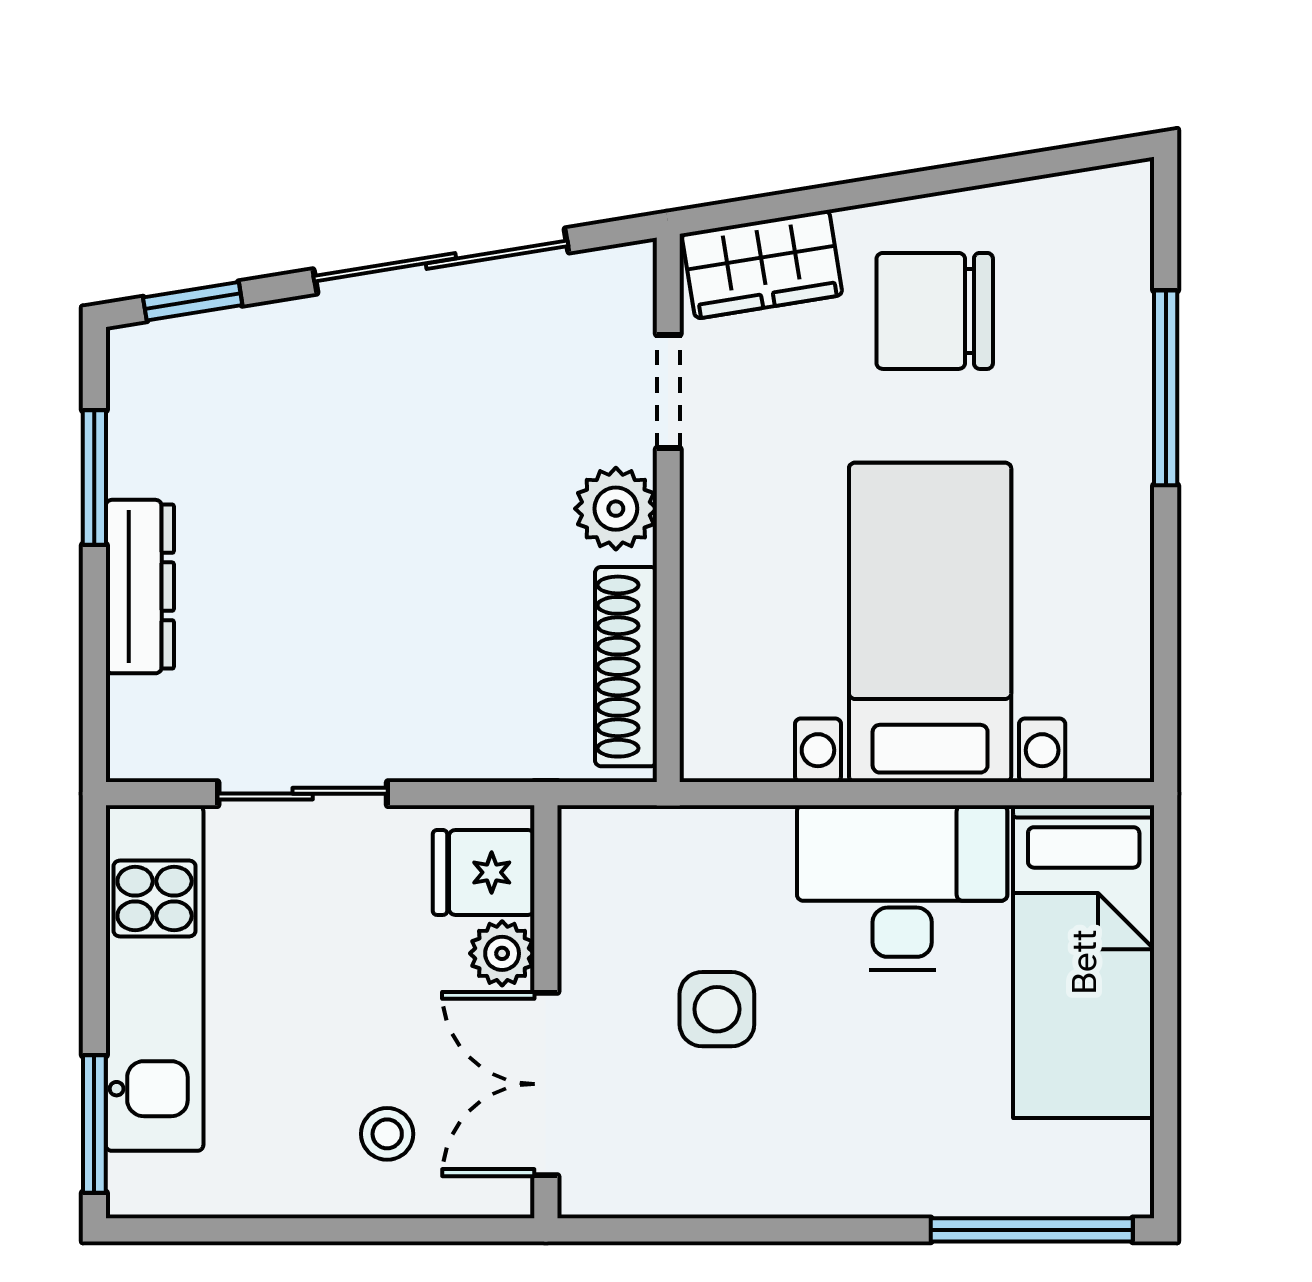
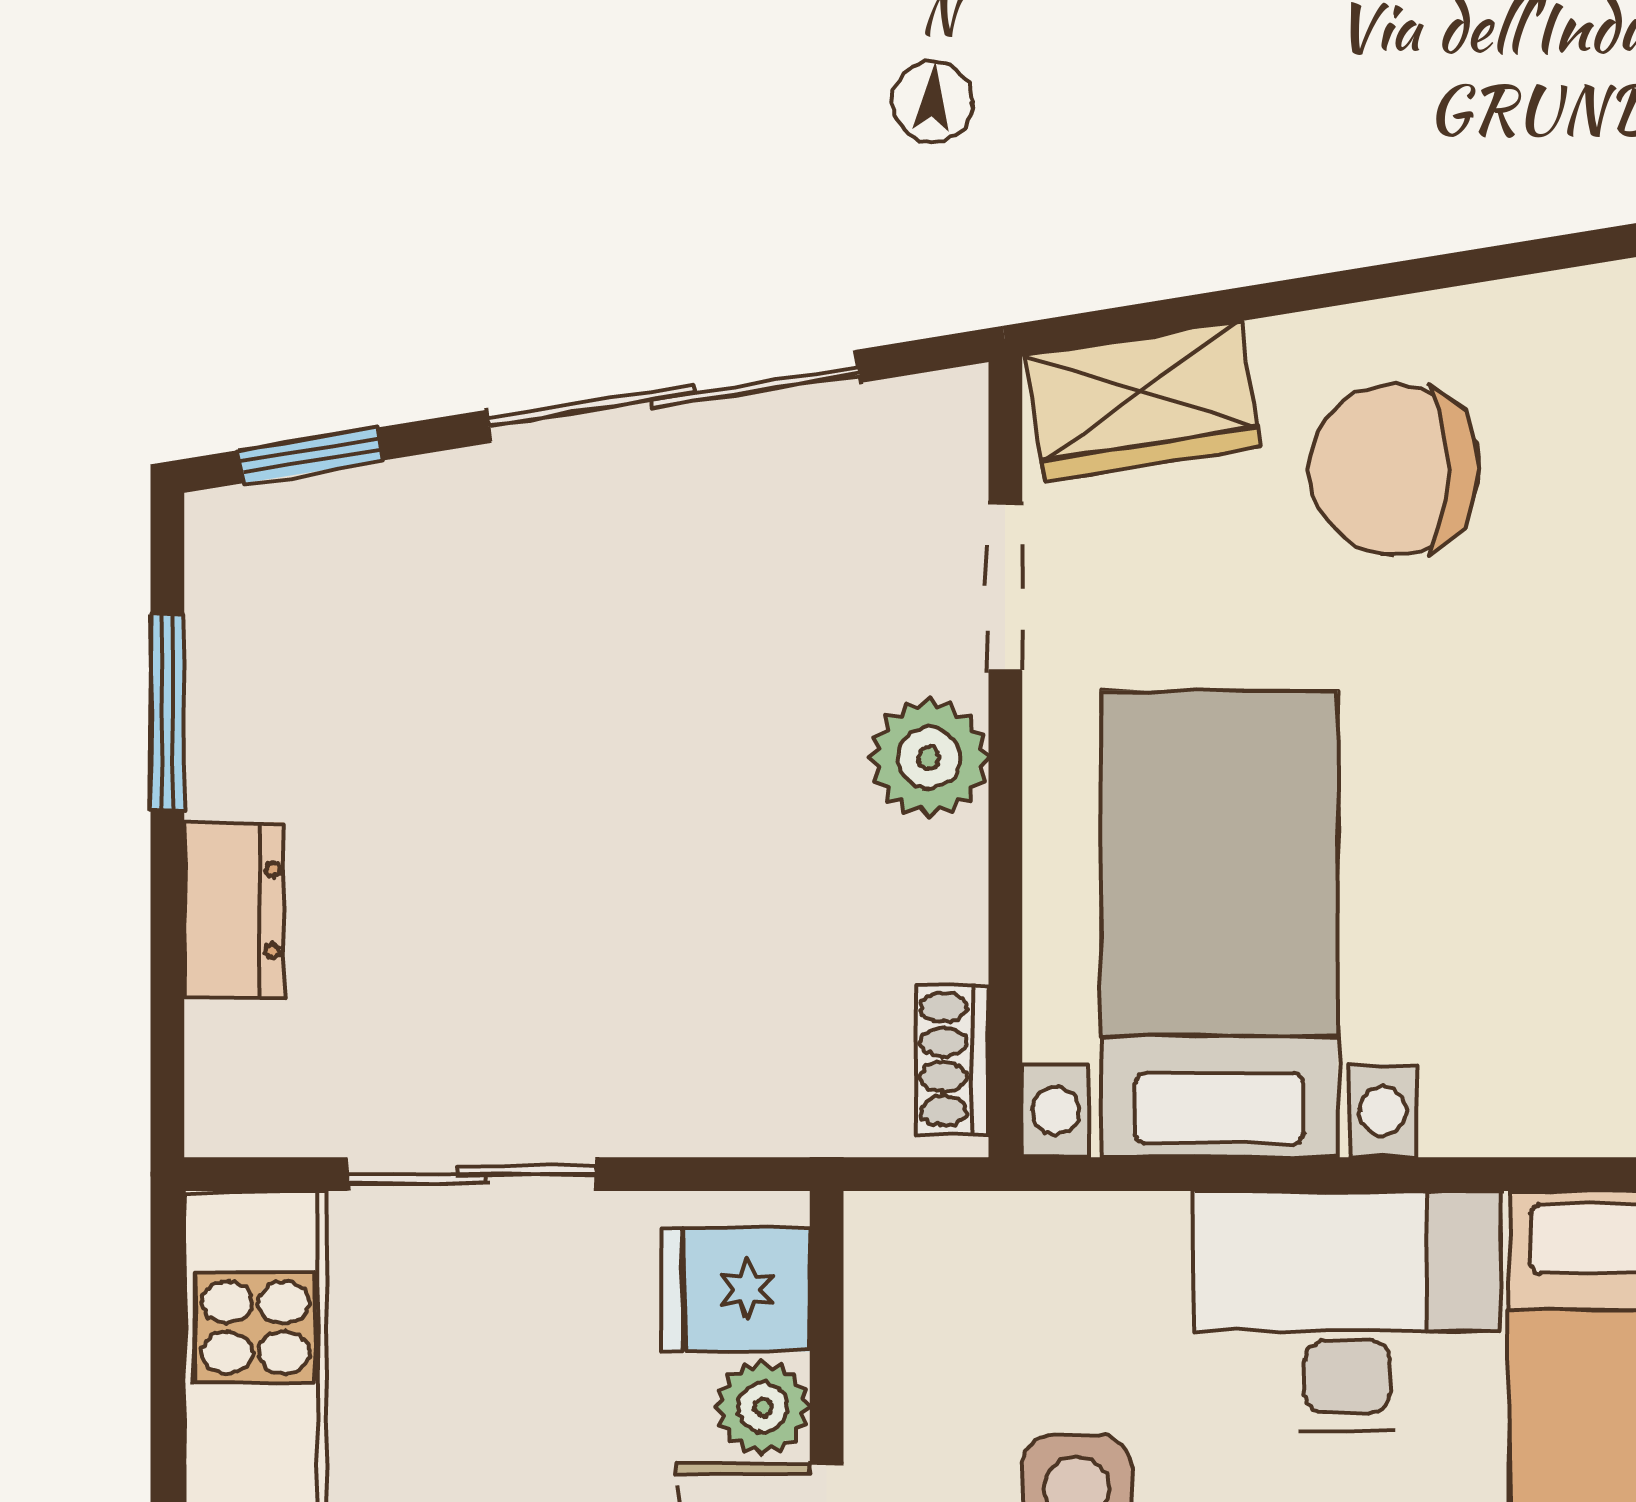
dresser: (140, 587) -> (234, 910), width x0.70
bed with nightstands: (930, 622) -> (1219, 924), moved
shoe rack: (626, 667) -> (952, 1059), width x0.51, depth x0.81

